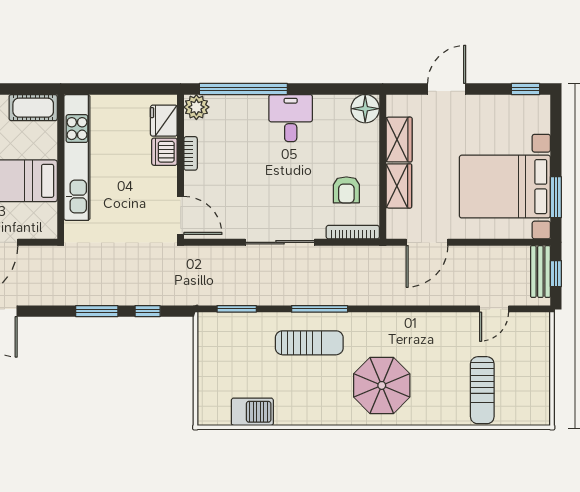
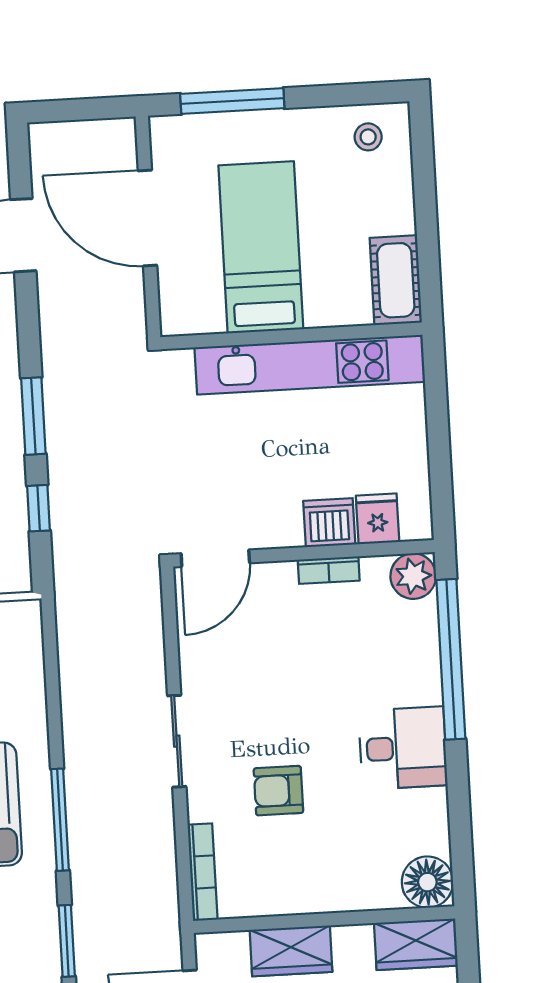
fridge: (164, 121) -> (378, 519), width x0.72
wardrobe: (399, 140) -> (416, 944), moved
armchair: (346, 190) -> (278, 791), moved
sliding door: (280, 242) -> (177, 741), width x0.73
window: (237, 309) -> (67, 941), moved

